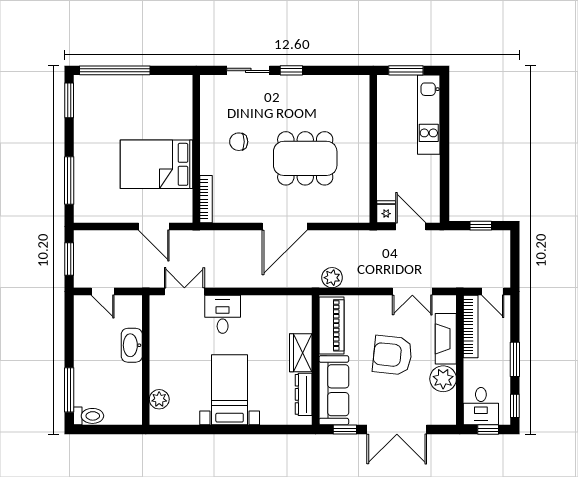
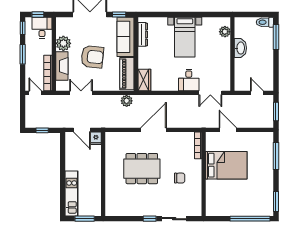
washbasin: (132, 345) -> (240, 48), moved
wardrobe: (301, 353) -> (144, 80), moved

